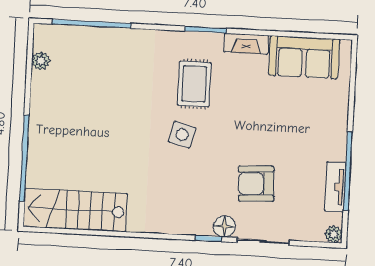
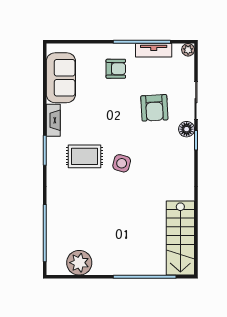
plant: (41, 61) -> (79, 263), width x1.87, depth x1.87
armchair: (313, 133) -> (116, 69), added

